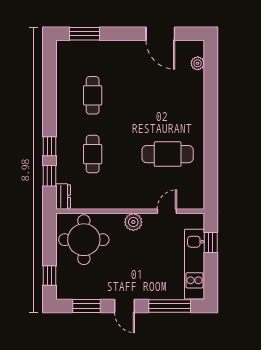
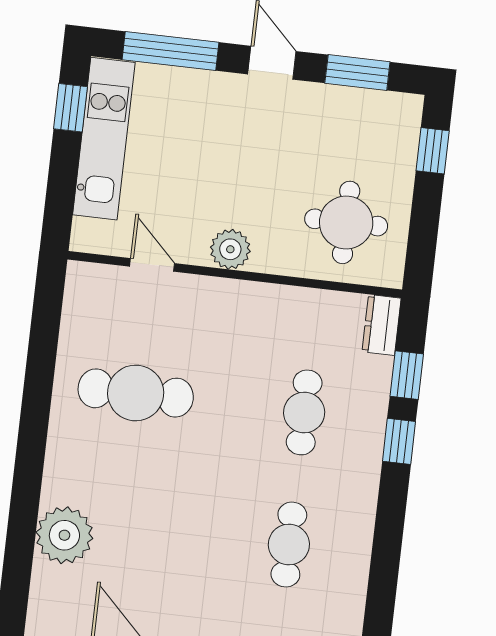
plant: (198, 63) -> (64, 535), moved, width x1.87, depth x1.87
door: (167, 211) -> (152, 265), swing flipped
round table: (84, 240) -> (346, 222), width x0.73, depth x0.73
window: (211, 242) -> (71, 108), moved

